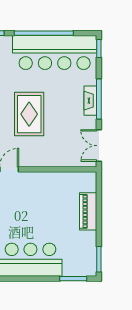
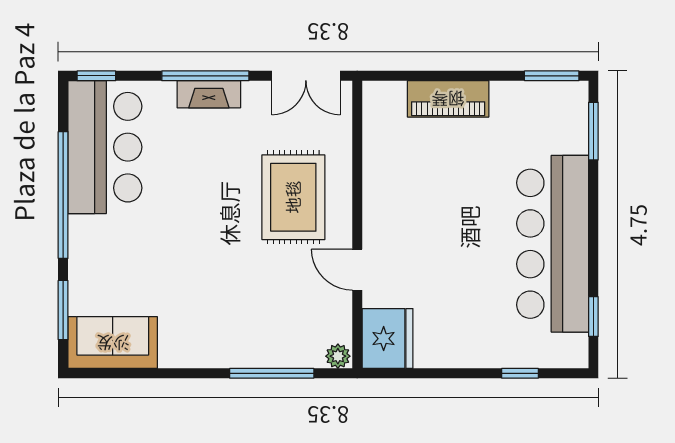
bar counter: (55, 52) -> (105, 147), width x0.73
rug: (29, 114) -> (293, 197), moved, turned 90

